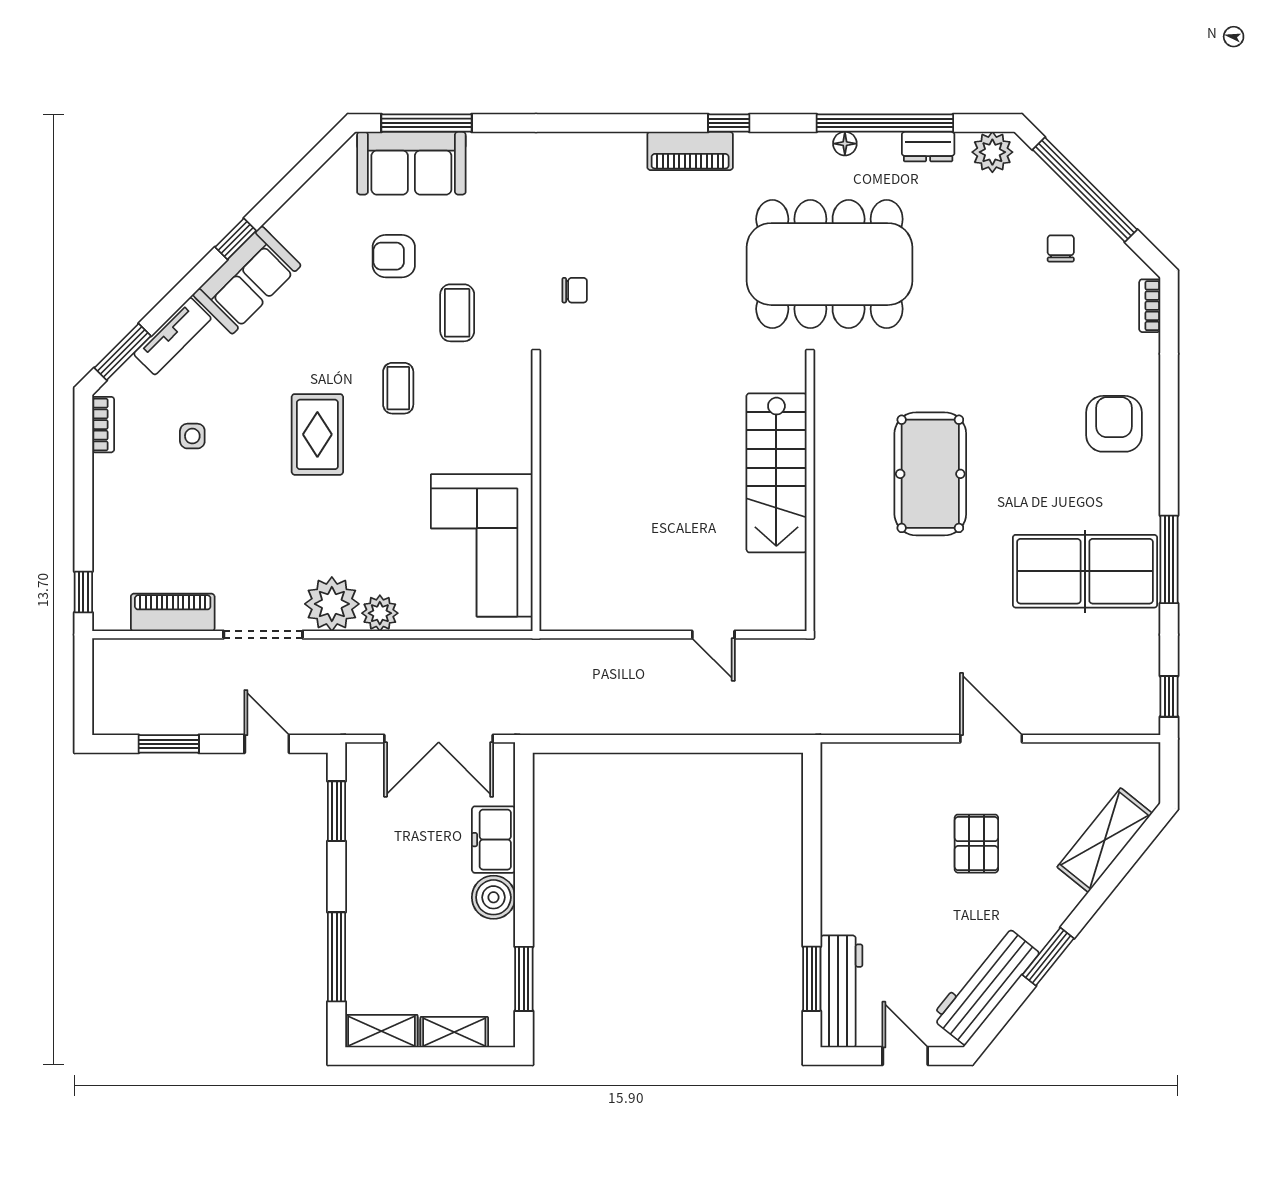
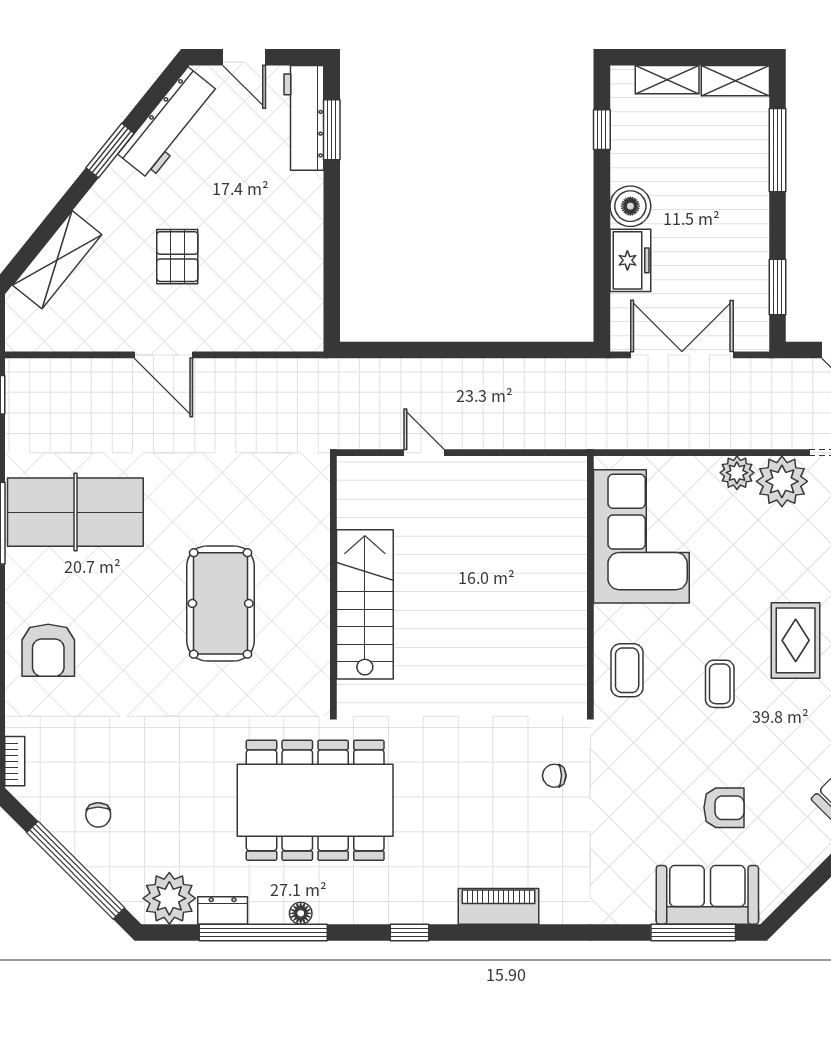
piano: (690, 151) -> (498, 906), moved
plant: (992, 152) -> (169, 898), width x1.36, depth x1.36
coffee table: (457, 313) -> (627, 670), moved
window: (524, 979) -> (602, 130), width x0.67

